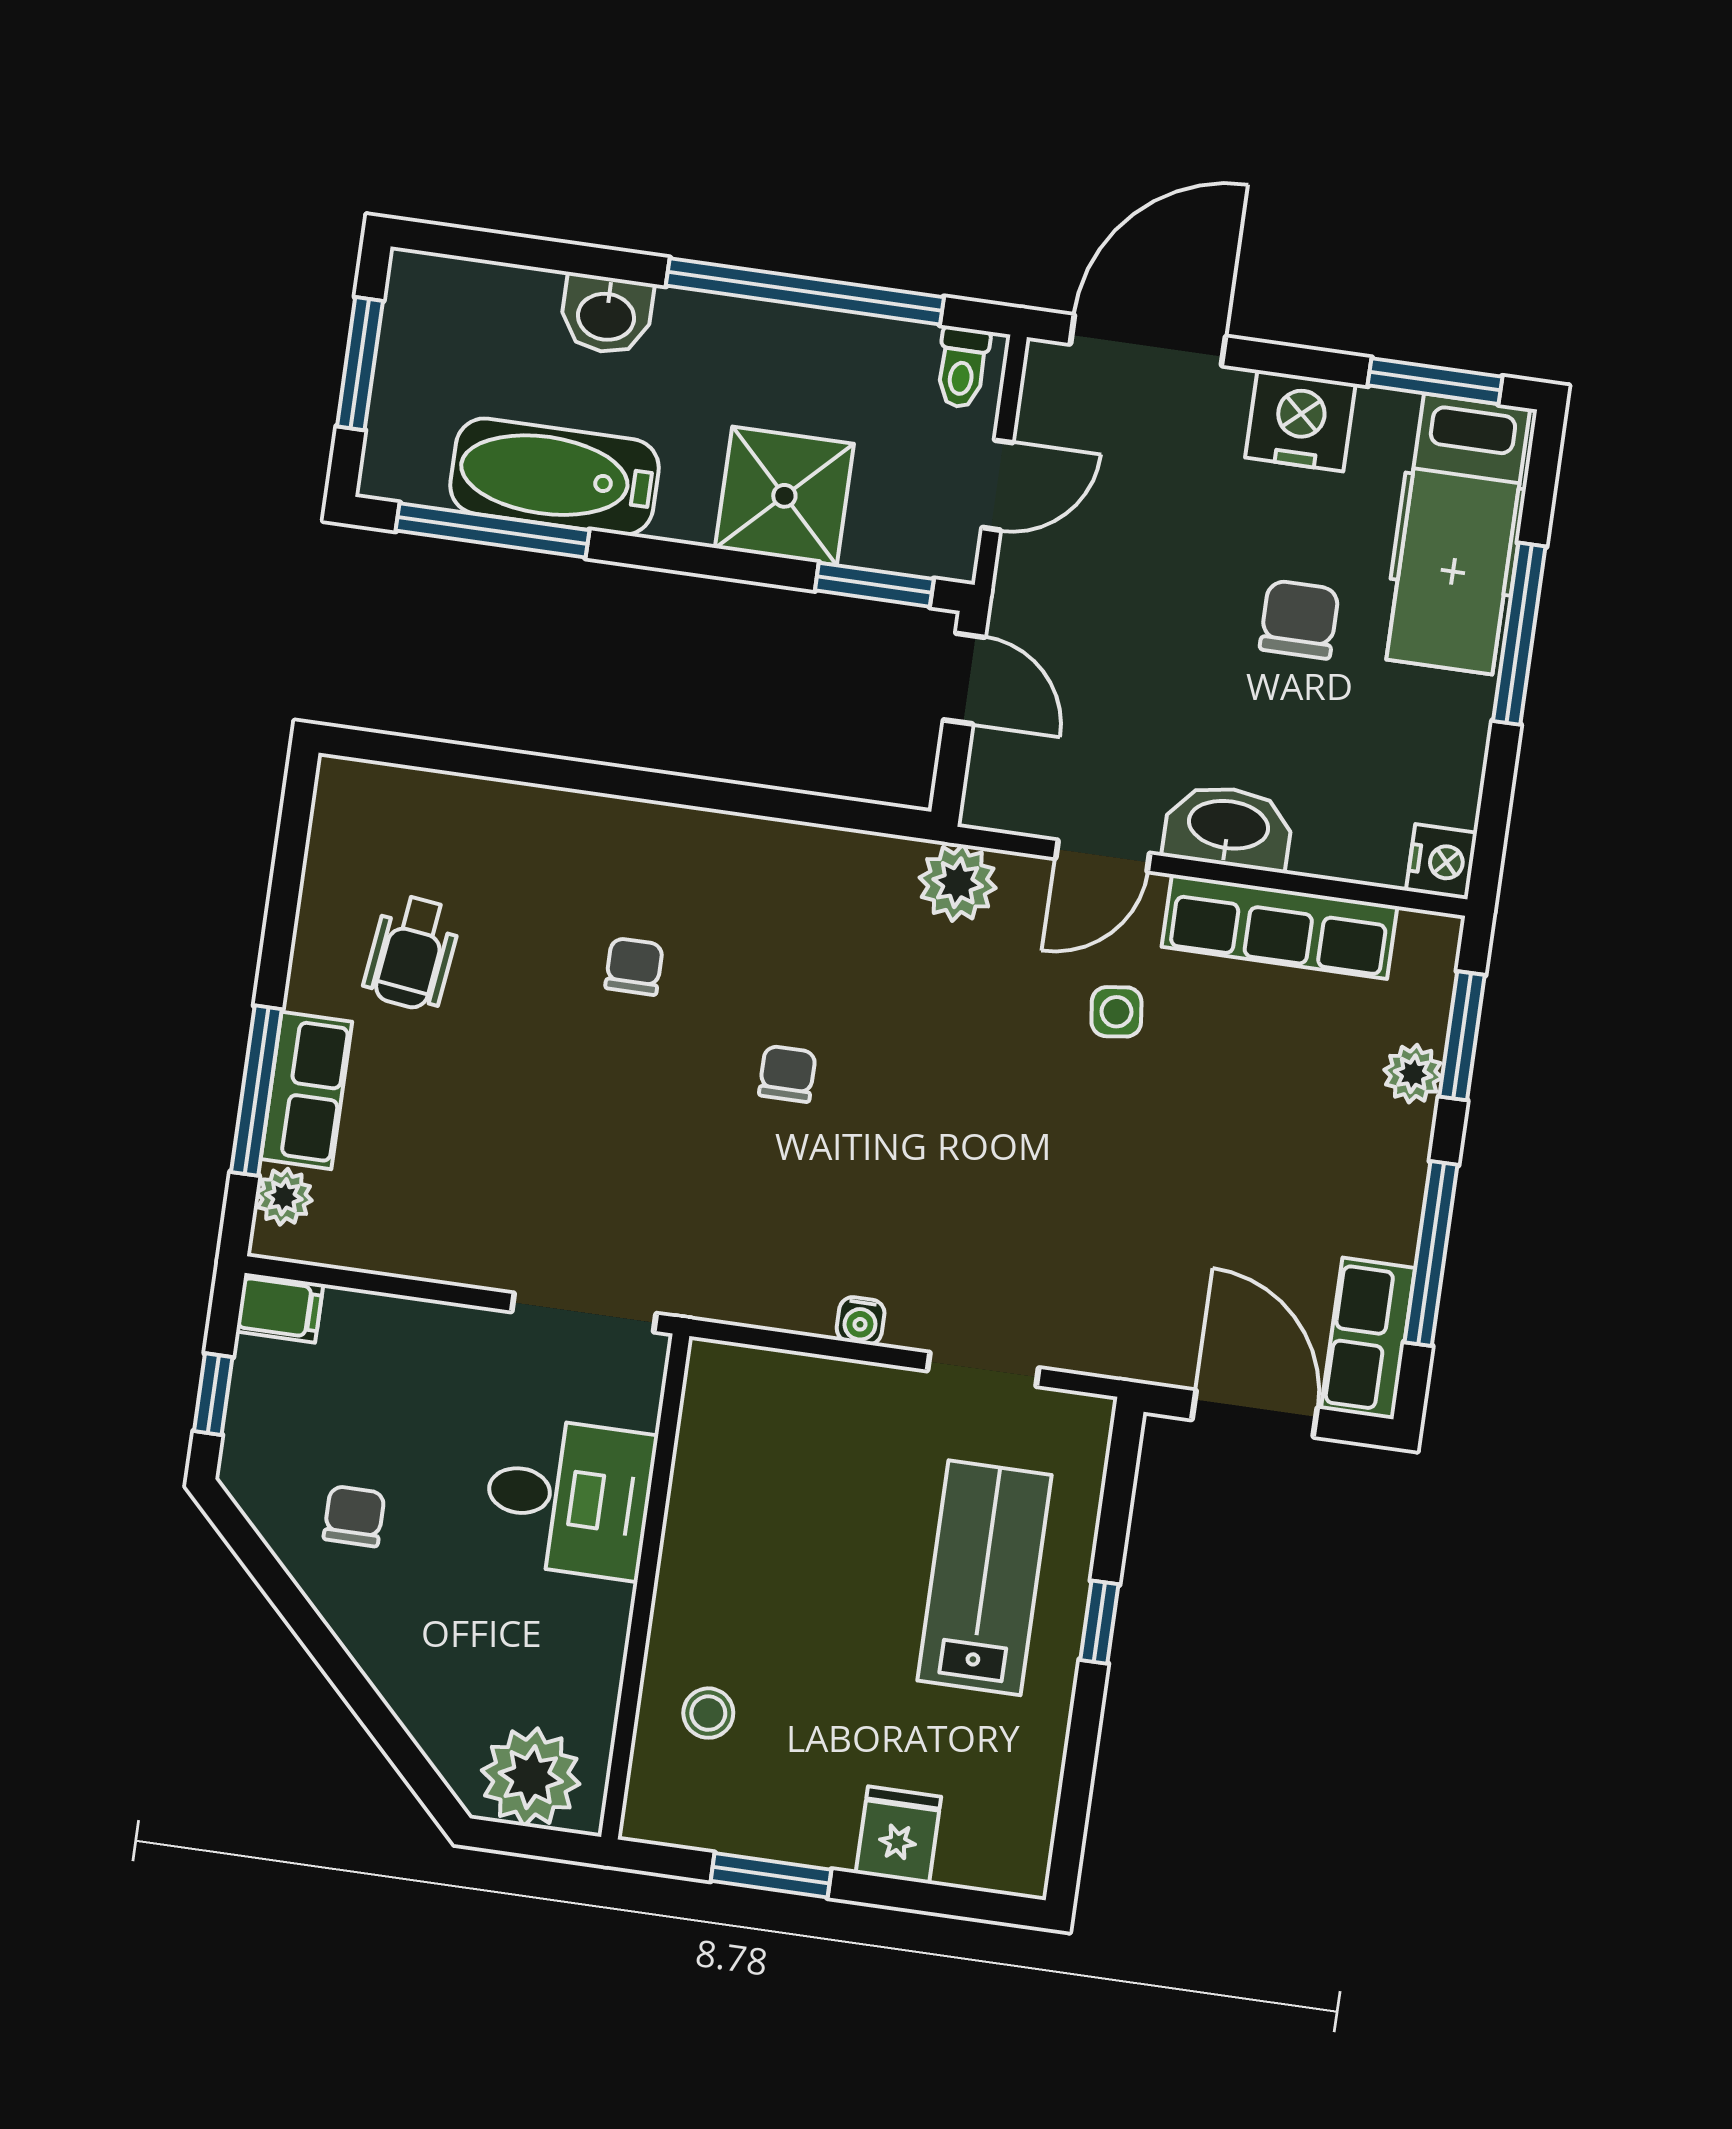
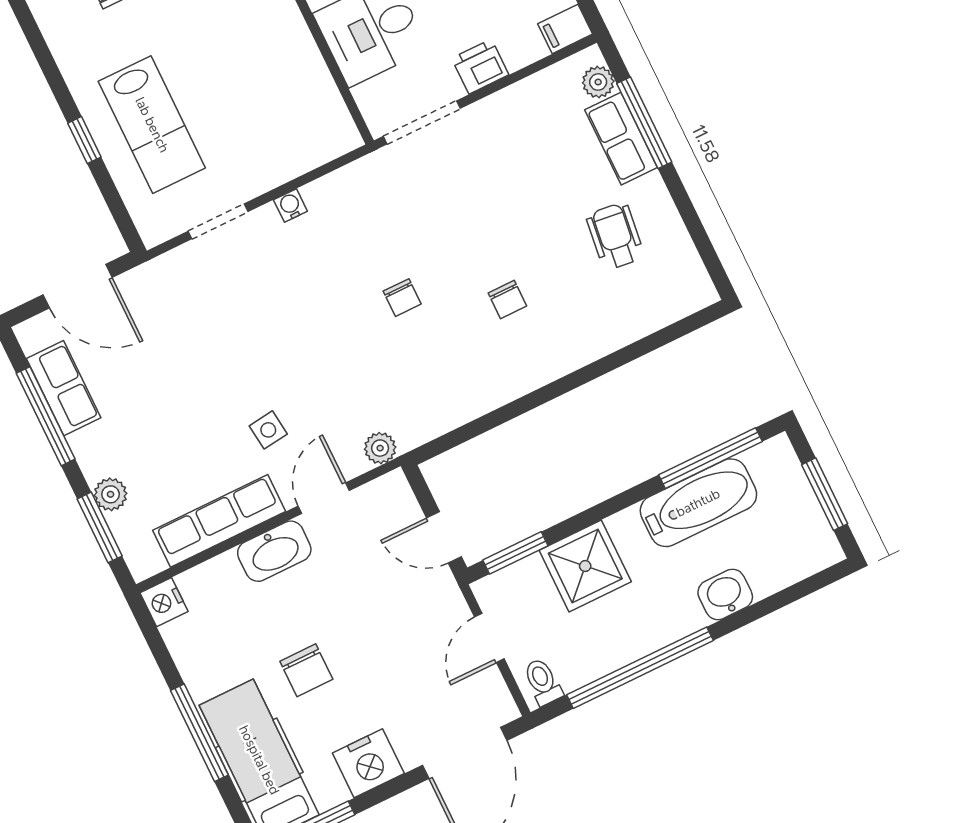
plant: (958, 883) -> (380, 448), width x0.73, depth x0.73
printer: (442, 1337) -> (480, 66), added
row of seats: (1368, 1338) -> (64, 388), moved

